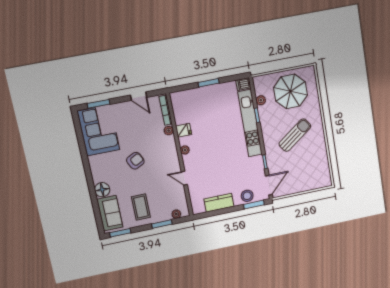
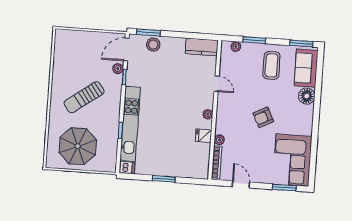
plant: (261, 100) -> (118, 69), moved
kitchen counter: (219, 203) -> (202, 47), moved

